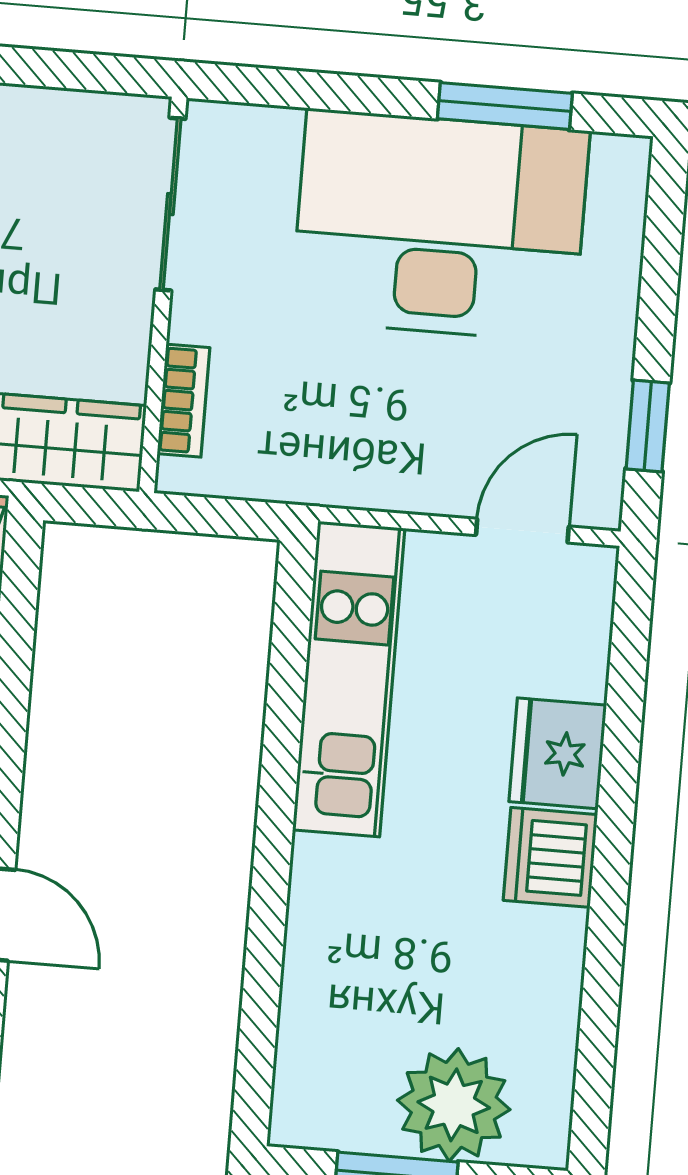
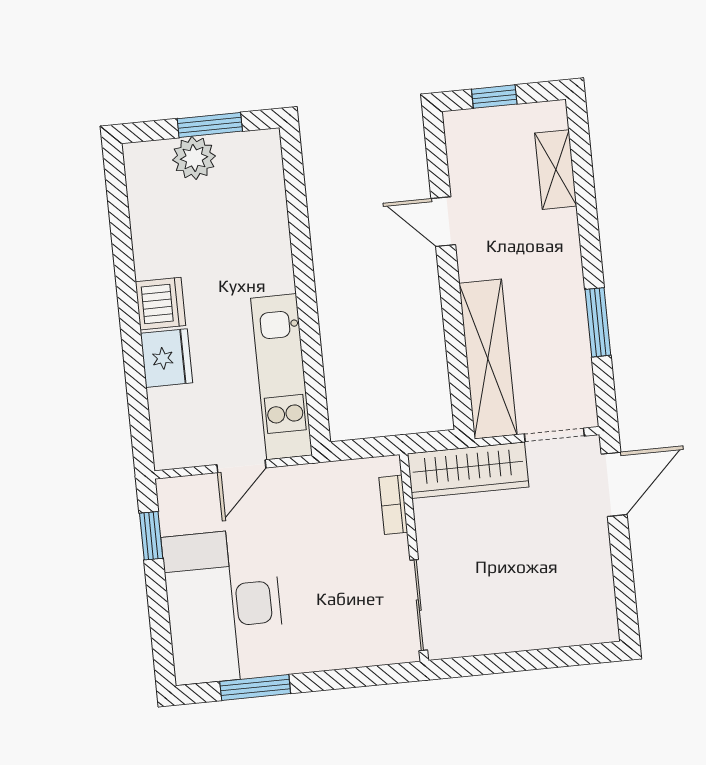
desk: (440, 226) -> (224, 606), moved, turned 90
door: (522, 531) -> (241, 466), moved
plant: (454, 1105) -> (194, 158), width x0.73, depth x0.73

